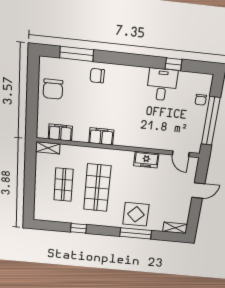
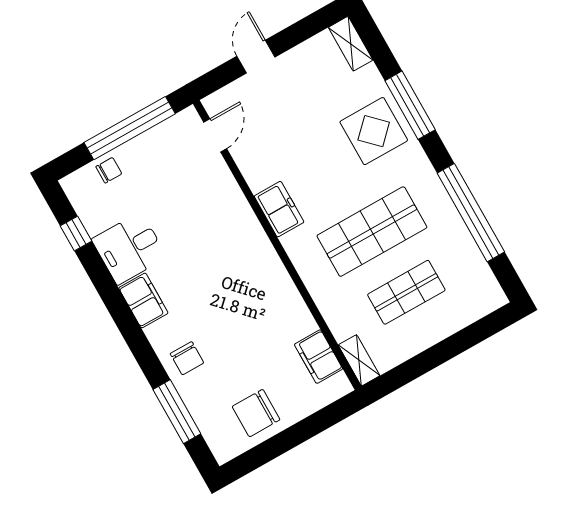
window: (173, 64) -> (76, 234), moved
chair: (53, 89) -> (256, 413), turned 180
filing cabinet: (101, 136) -> (143, 300), moved, turned 180
freezer: (146, 160) -> (279, 209), moved
door: (198, 191) -> (256, 57), hinge flipped
window: (78, 228) -> (471, 213), width x3.17

